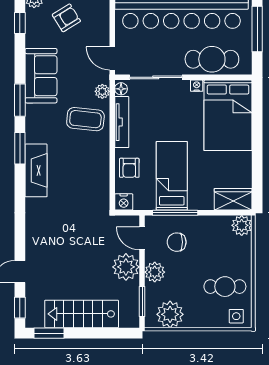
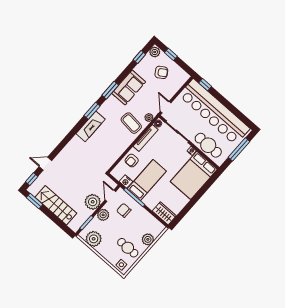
nightstand: (124, 202) -> (126, 182), moved
plant: (242, 225) -> (148, 239), moved

